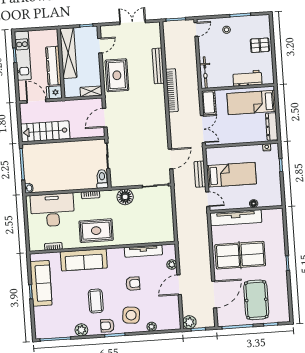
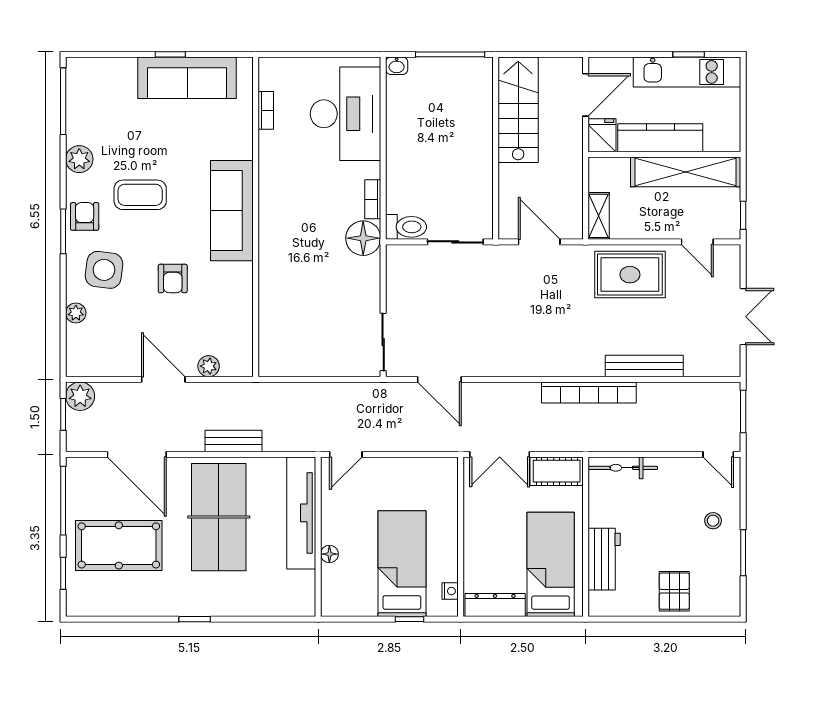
bench: (200, 174) -> (233, 441), moved
bed: (231, 175) -> (402, 564), moved, turned 180
floor lamp: (125, 197) -> (363, 238), moved
rug: (96, 231) -> (294, 206), removed
tv unit: (143, 251) -> (242, 306), removed
sofa: (84, 260) -> (232, 211), moved

